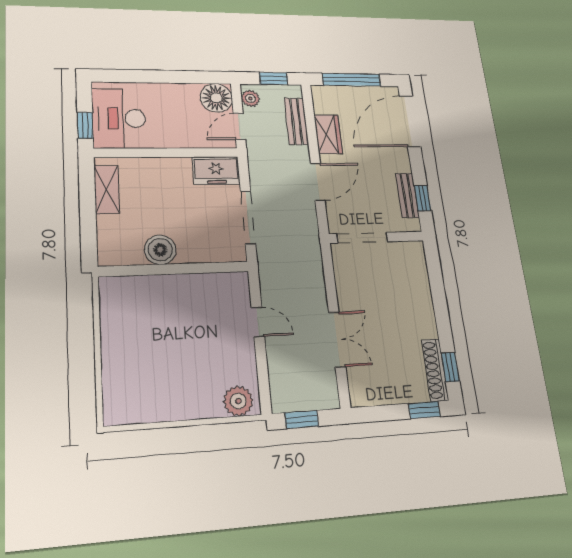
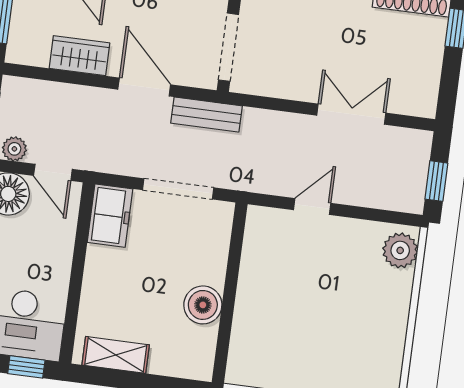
bench: (296, 121) -> (206, 114), moved

